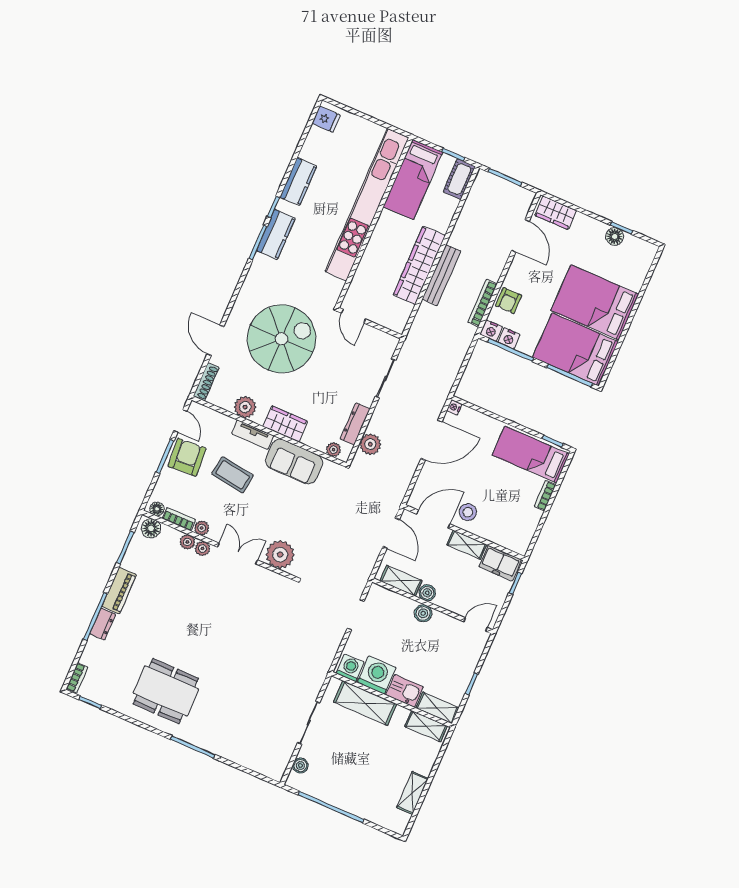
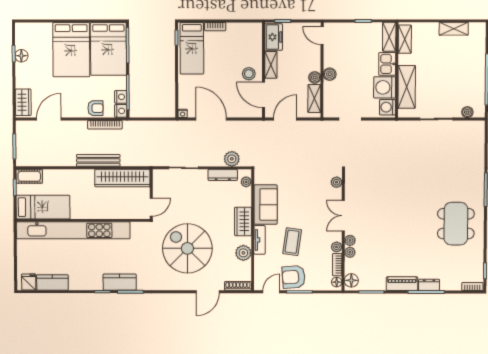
kitchen counter: (298, 182) -> (52, 282), moved
wardrobe: (419, 265) -> (122, 178), moved
plant: (280, 555) -> (337, 182), width x0.53, depth x0.53

